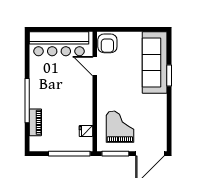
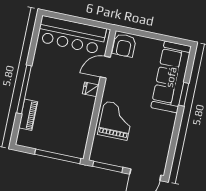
door: (95, 66) -> (105, 67), hinge flipped
grand piano: (120, 127) -> (116, 121), moved
fridge: (86, 131) -> (91, 89), moved

